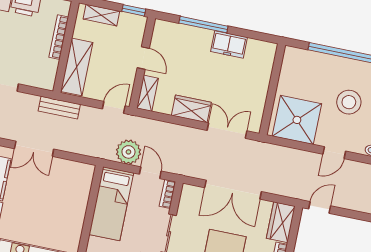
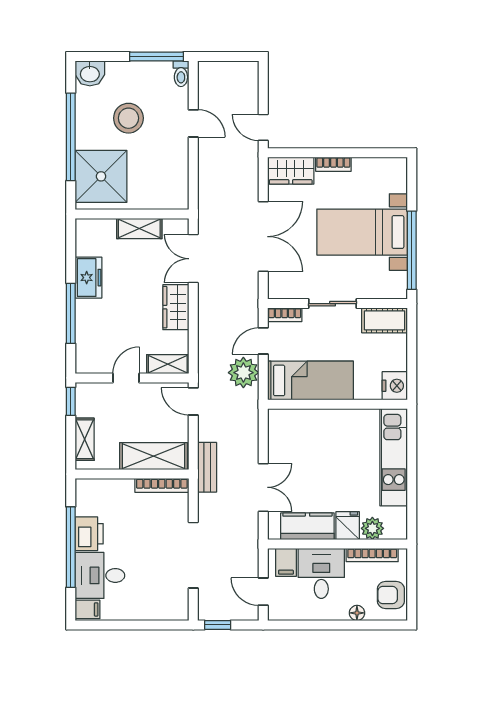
bookcase: (59, 37) -> (162, 485), moved
shelving: (260, 93) -> (139, 229), added
shower: (297, 120) -> (101, 176), moved

